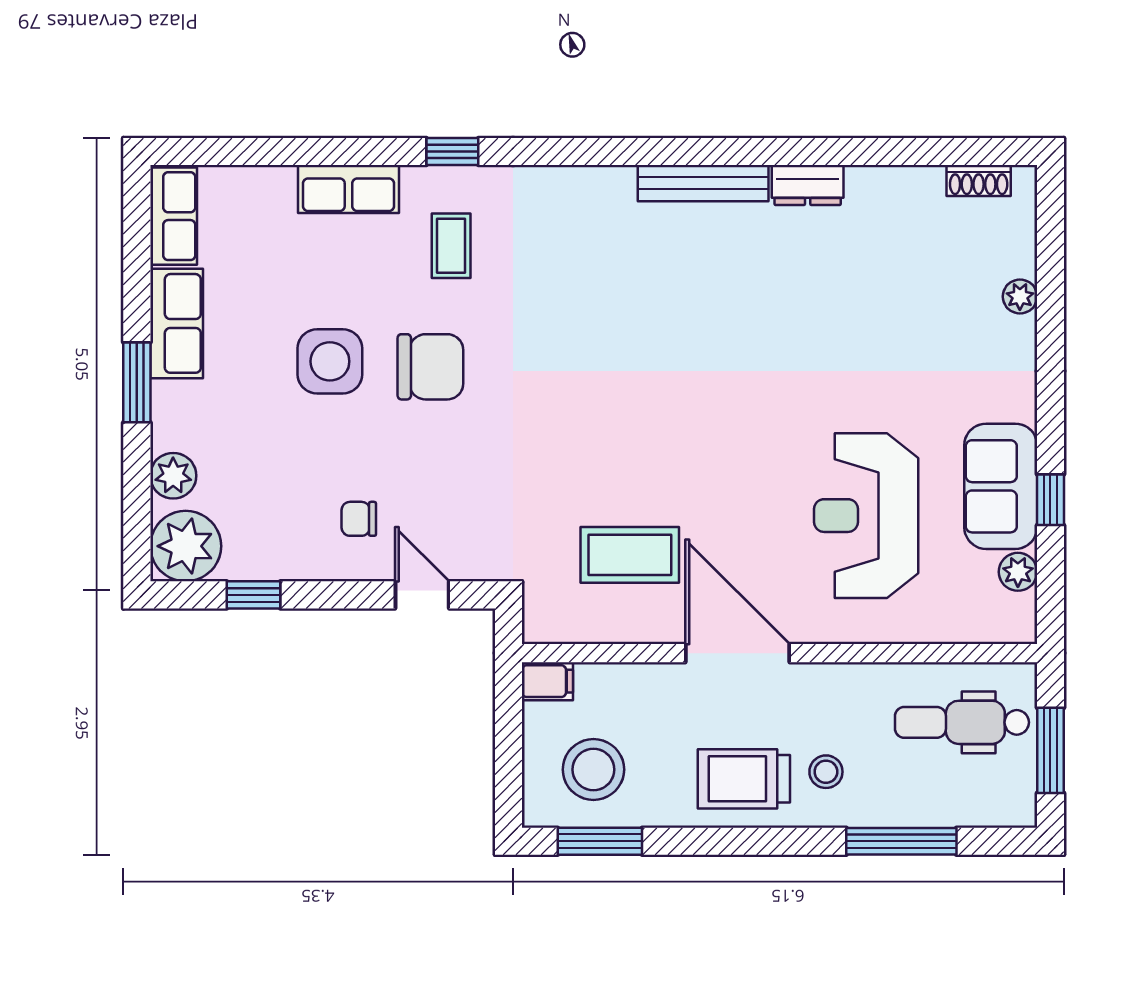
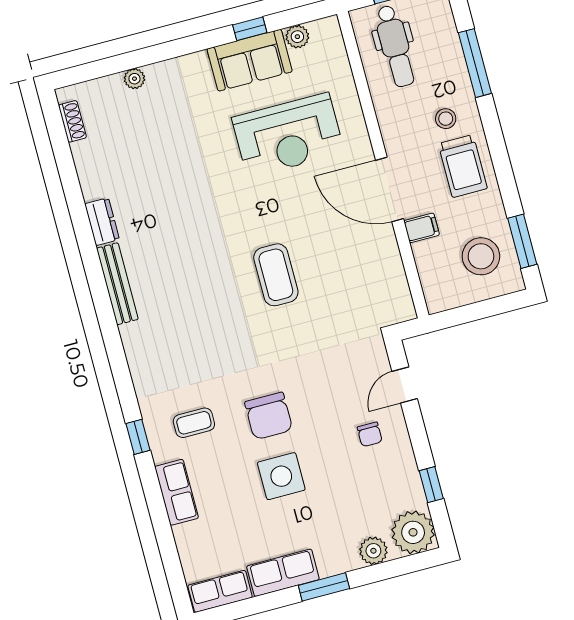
chair: (430, 367) -> (269, 416), turned 180
coffee table: (630, 555) -> (276, 275), moved
door: (738, 653) -> (390, 189), hinge flipped
filing cabinet: (547, 681) -> (422, 228), moved, turned 90

